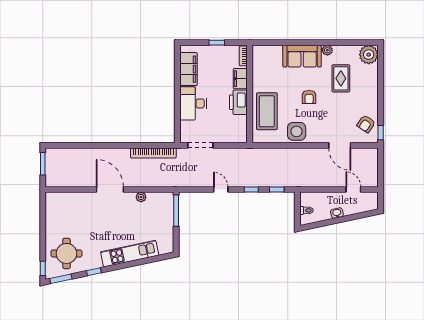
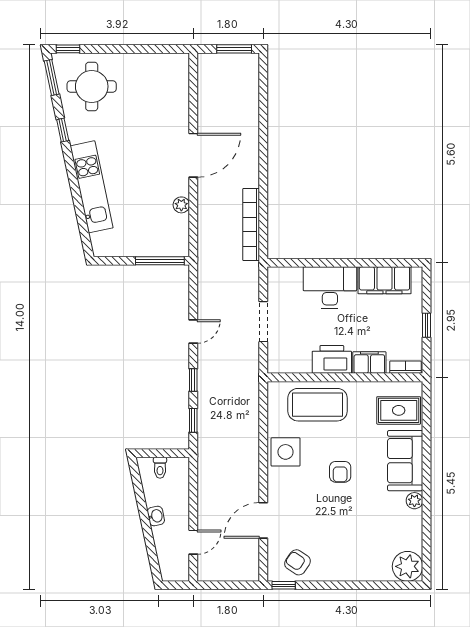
rug: (341, 78) -> (399, 410), moved
armchair: (309, 97) -> (340, 472), turned -90
doorway: (200, 145) -> (263, 322), moved

